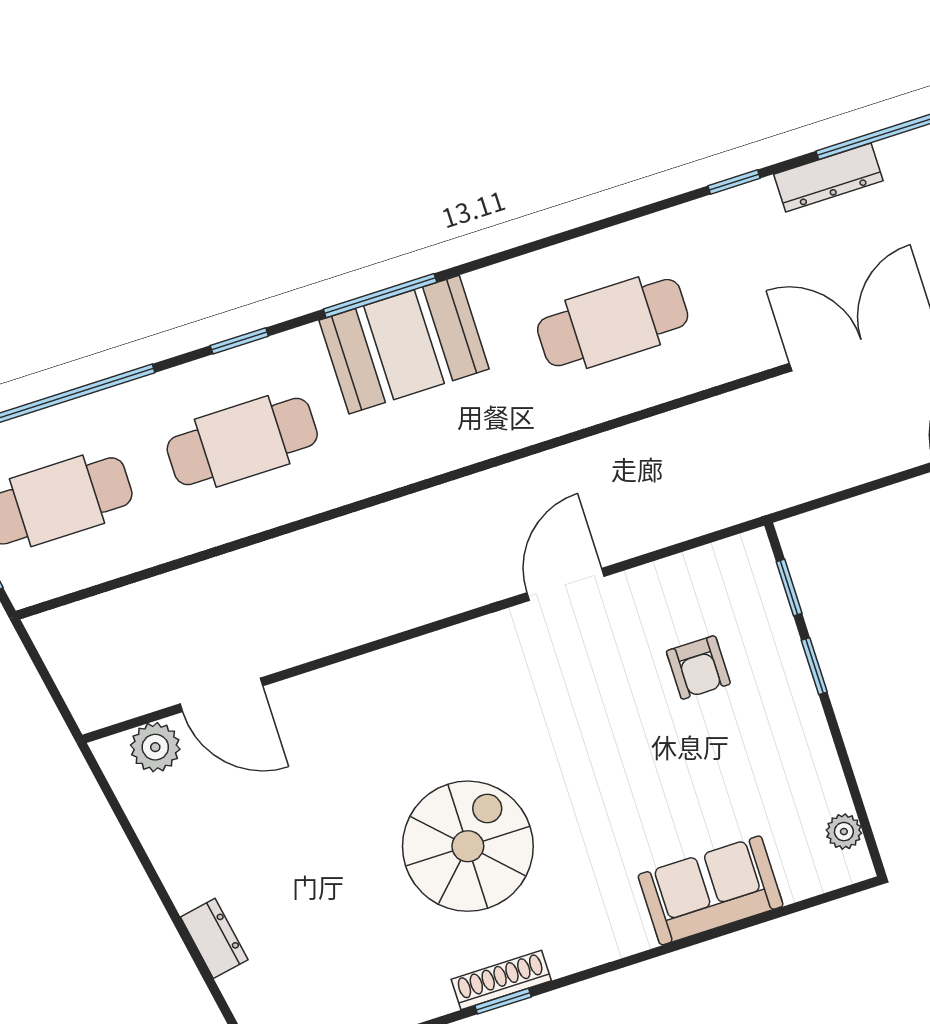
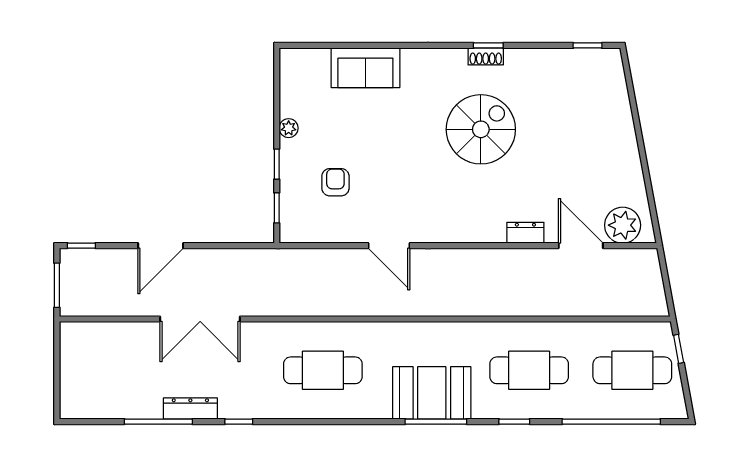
door: (566, 584) -> (389, 246), hinge flipped
plant: (155, 747) -> (623, 225), width x1.36, depth x1.36
plant: (844, 832) -> (289, 128), moved
spiral stairs: (468, 846) -> (481, 129), turned 180
dresser: (214, 938) -> (525, 233), moved, turned 100
shoe rack: (501, 980) -> (486, 56), width x0.70

